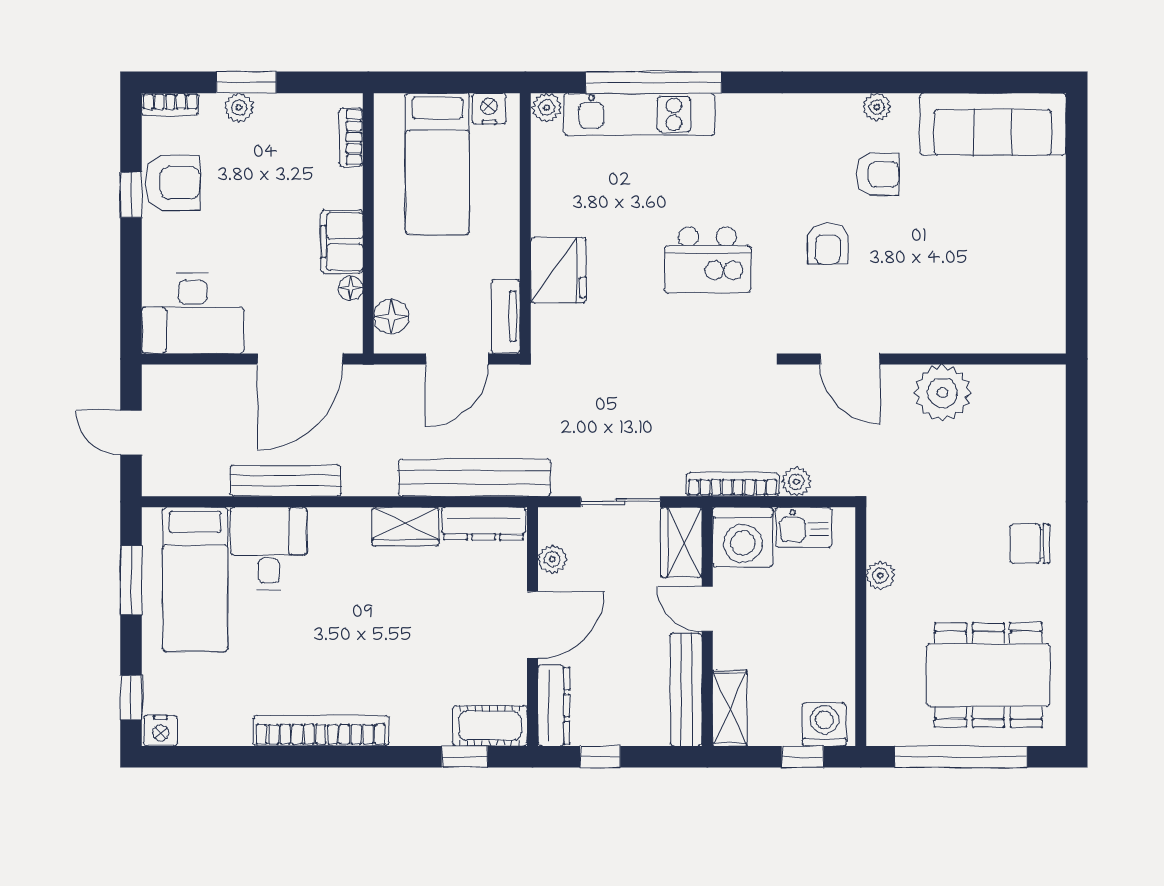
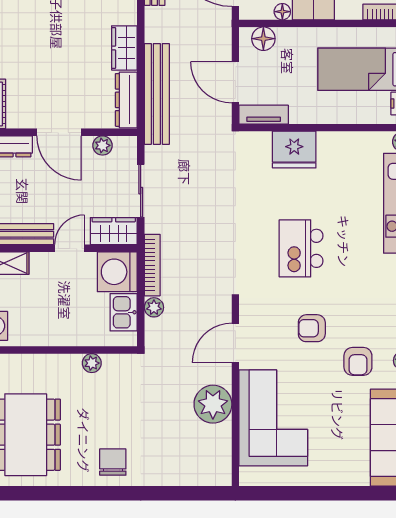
corner sofa: (963, 302) -> (273, 418), added

